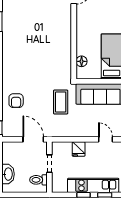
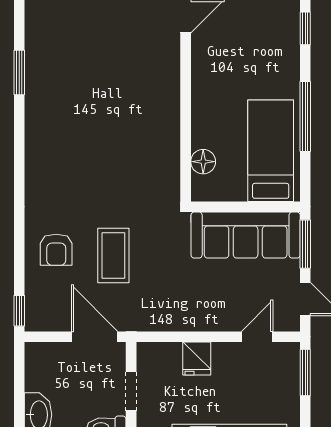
coffee table: (61, 102) -> (113, 255), moved
door: (106, 139) -> (257, 337), hinge flipped

